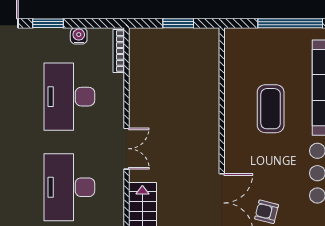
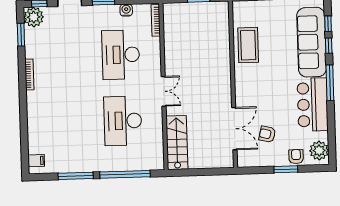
coffee table: (271, 109) -> (248, 45), moved

